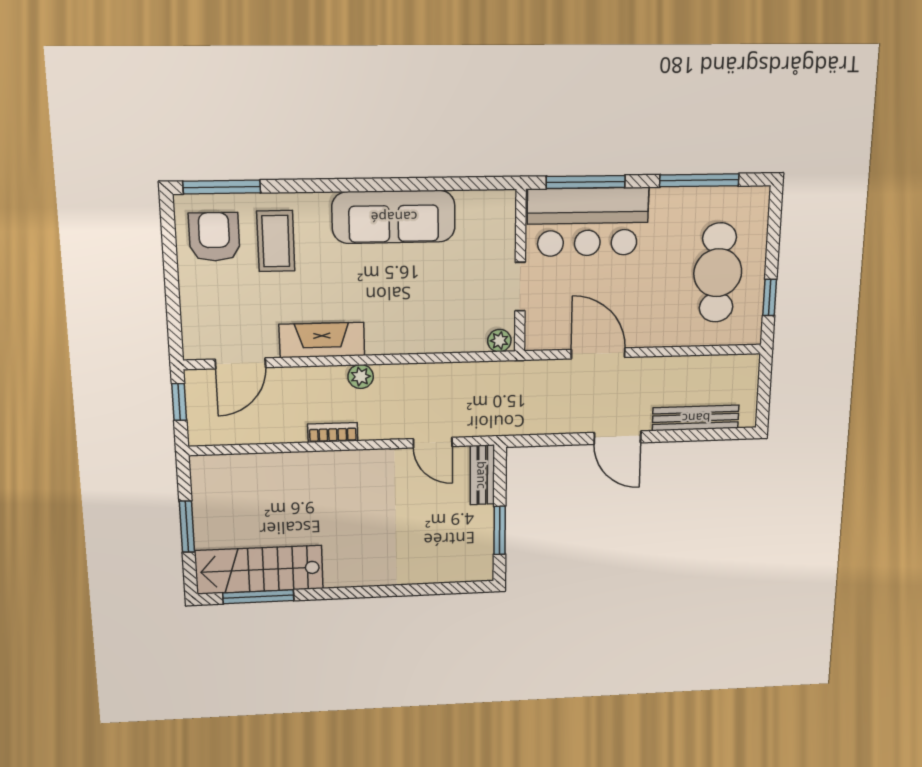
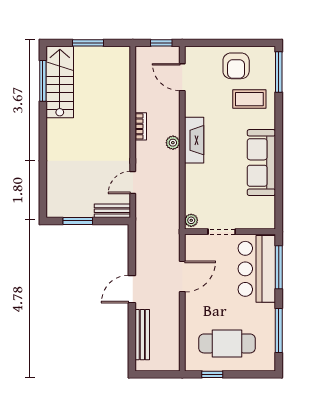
armchair: (214, 237) -> (236, 66), moved, turned 90
fireplace: (322, 340) -> (194, 140), moved

